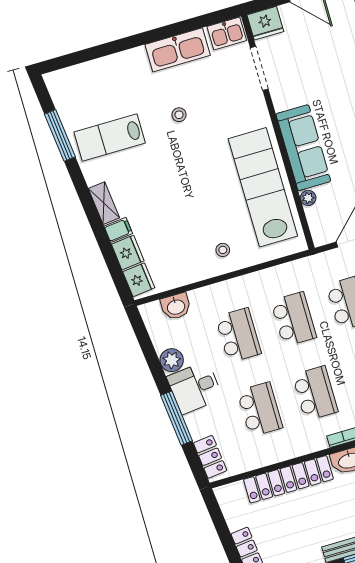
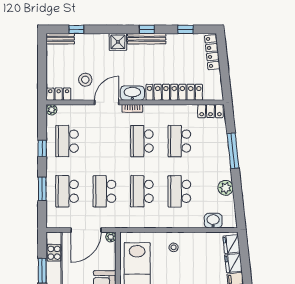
plant: (308, 198) -> (111, 237), moved
desk: (195, 387) -> (216, 167), removed
locker: (210, 457) -> (211, 111), moved, turned -84

